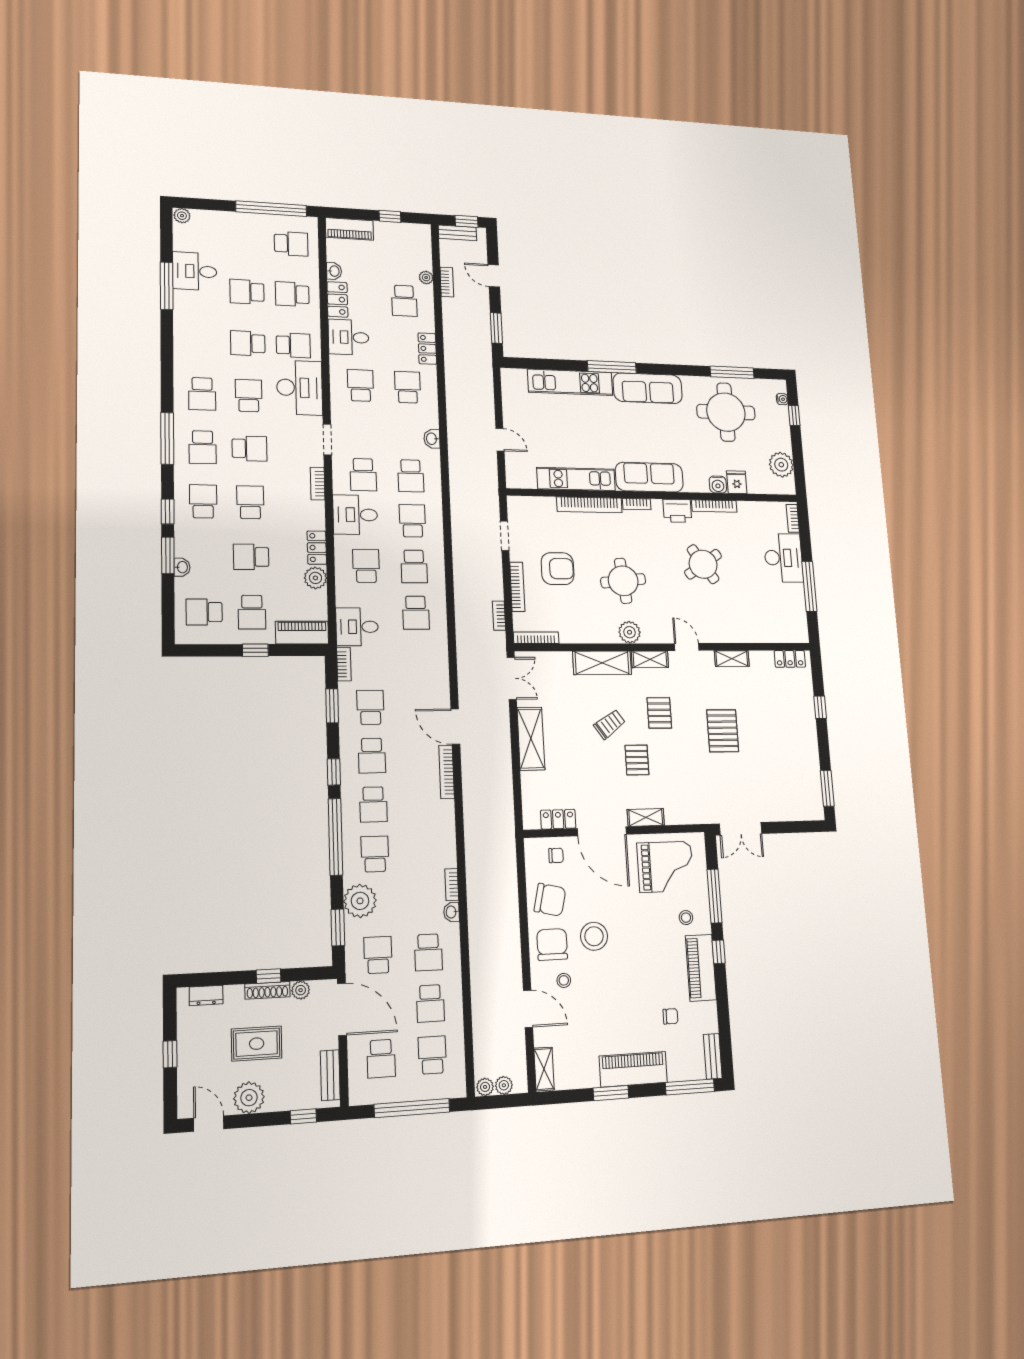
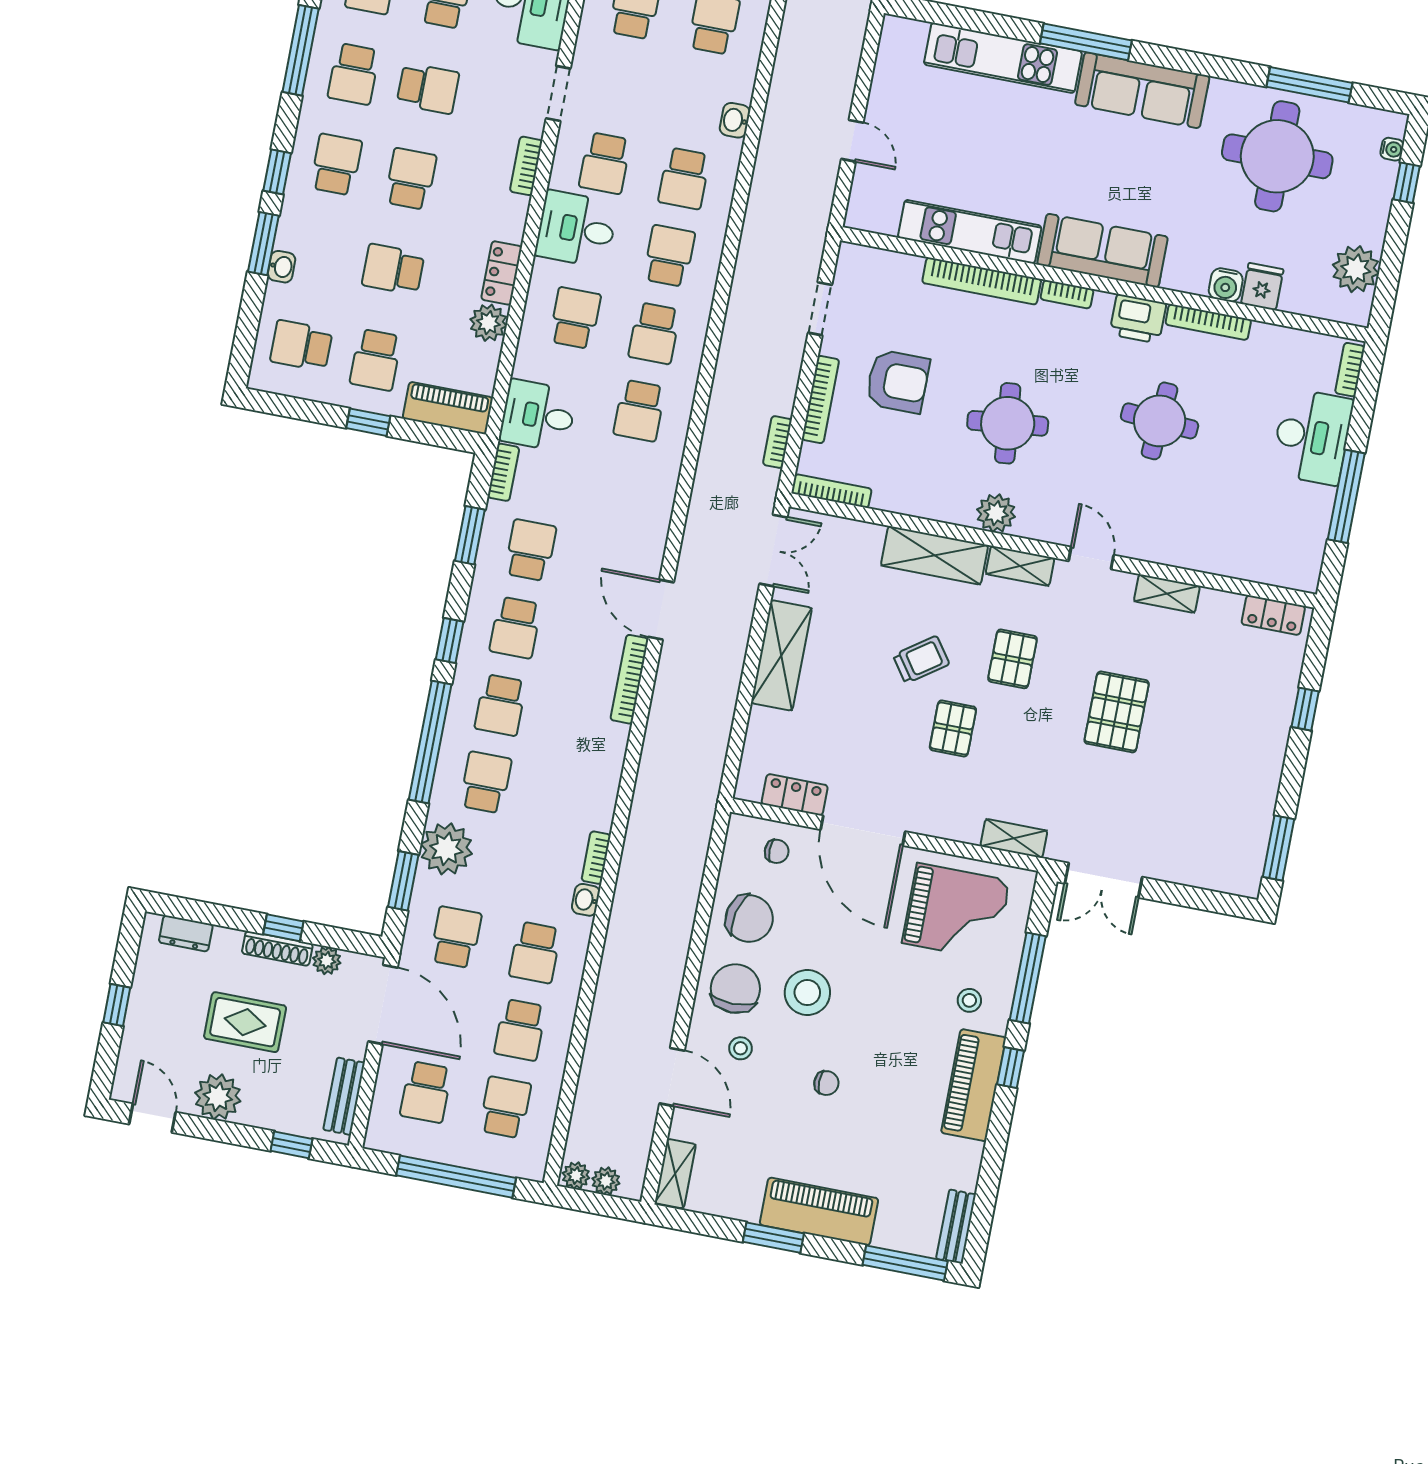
round table: (703, 564) -> (1160, 421), turned 38
shelving: (646, 817) -> (1014, 838), moved
chair: (670, 1016) -> (826, 1083), moved

